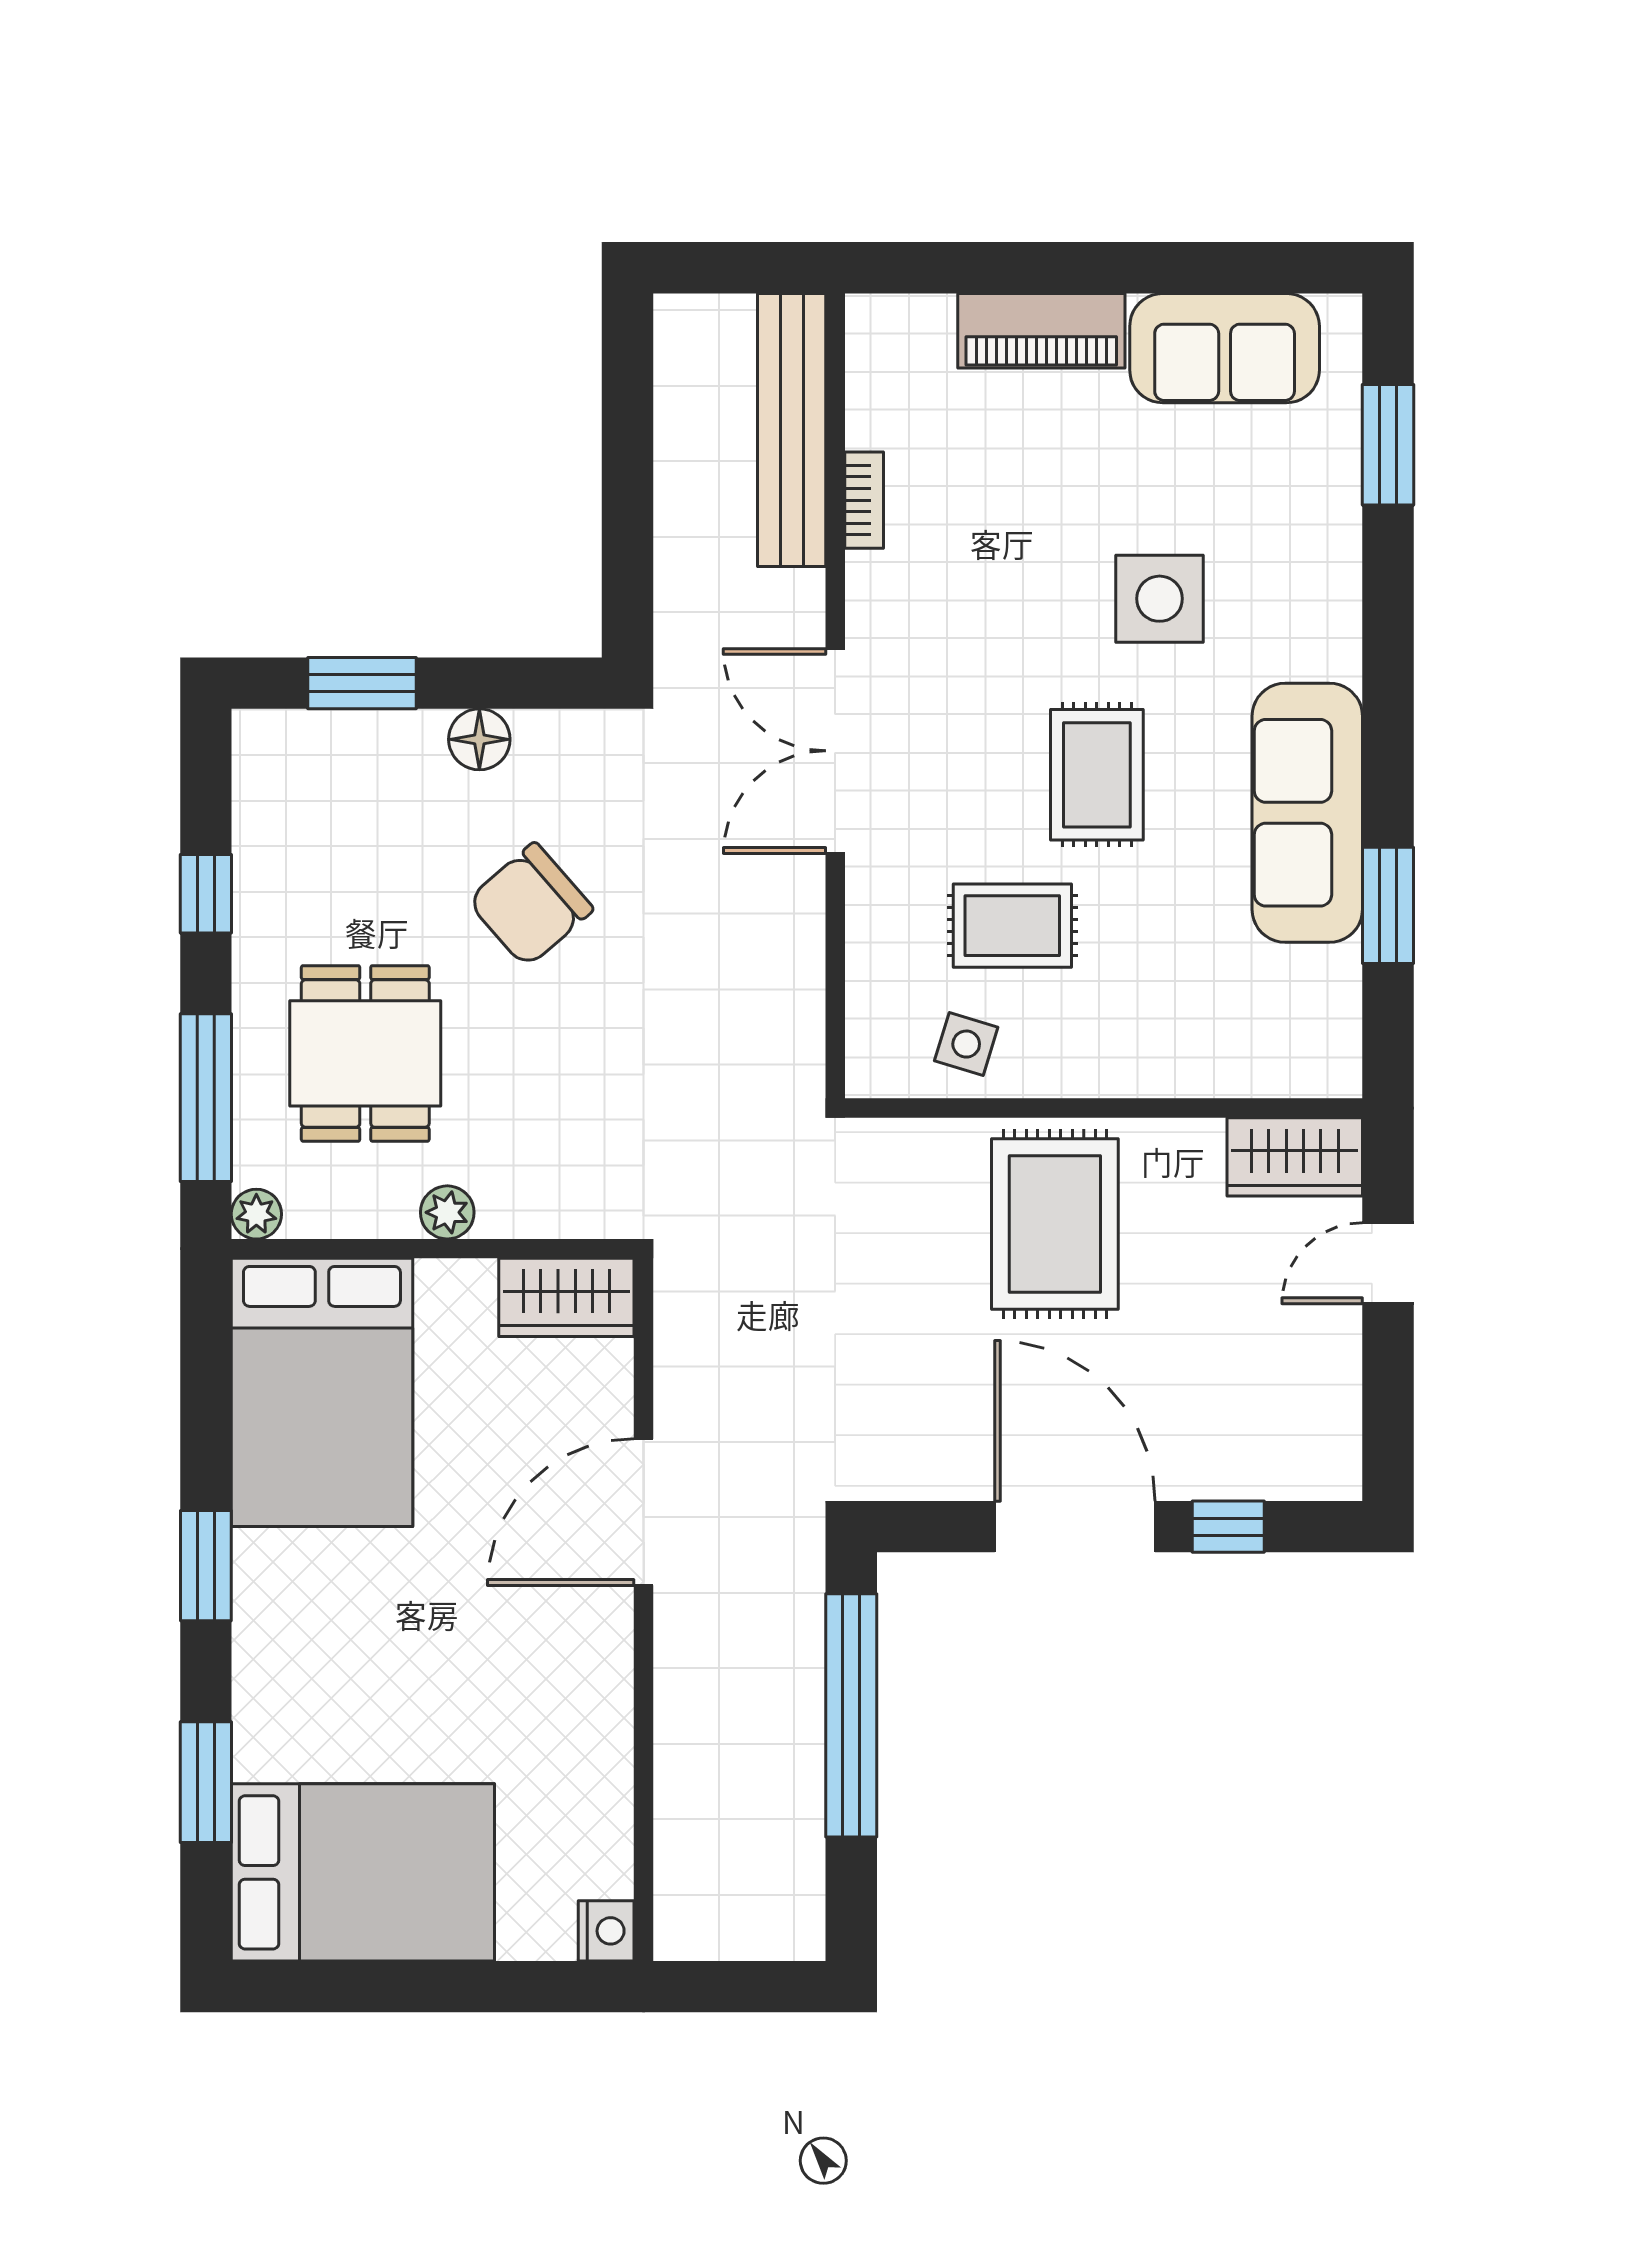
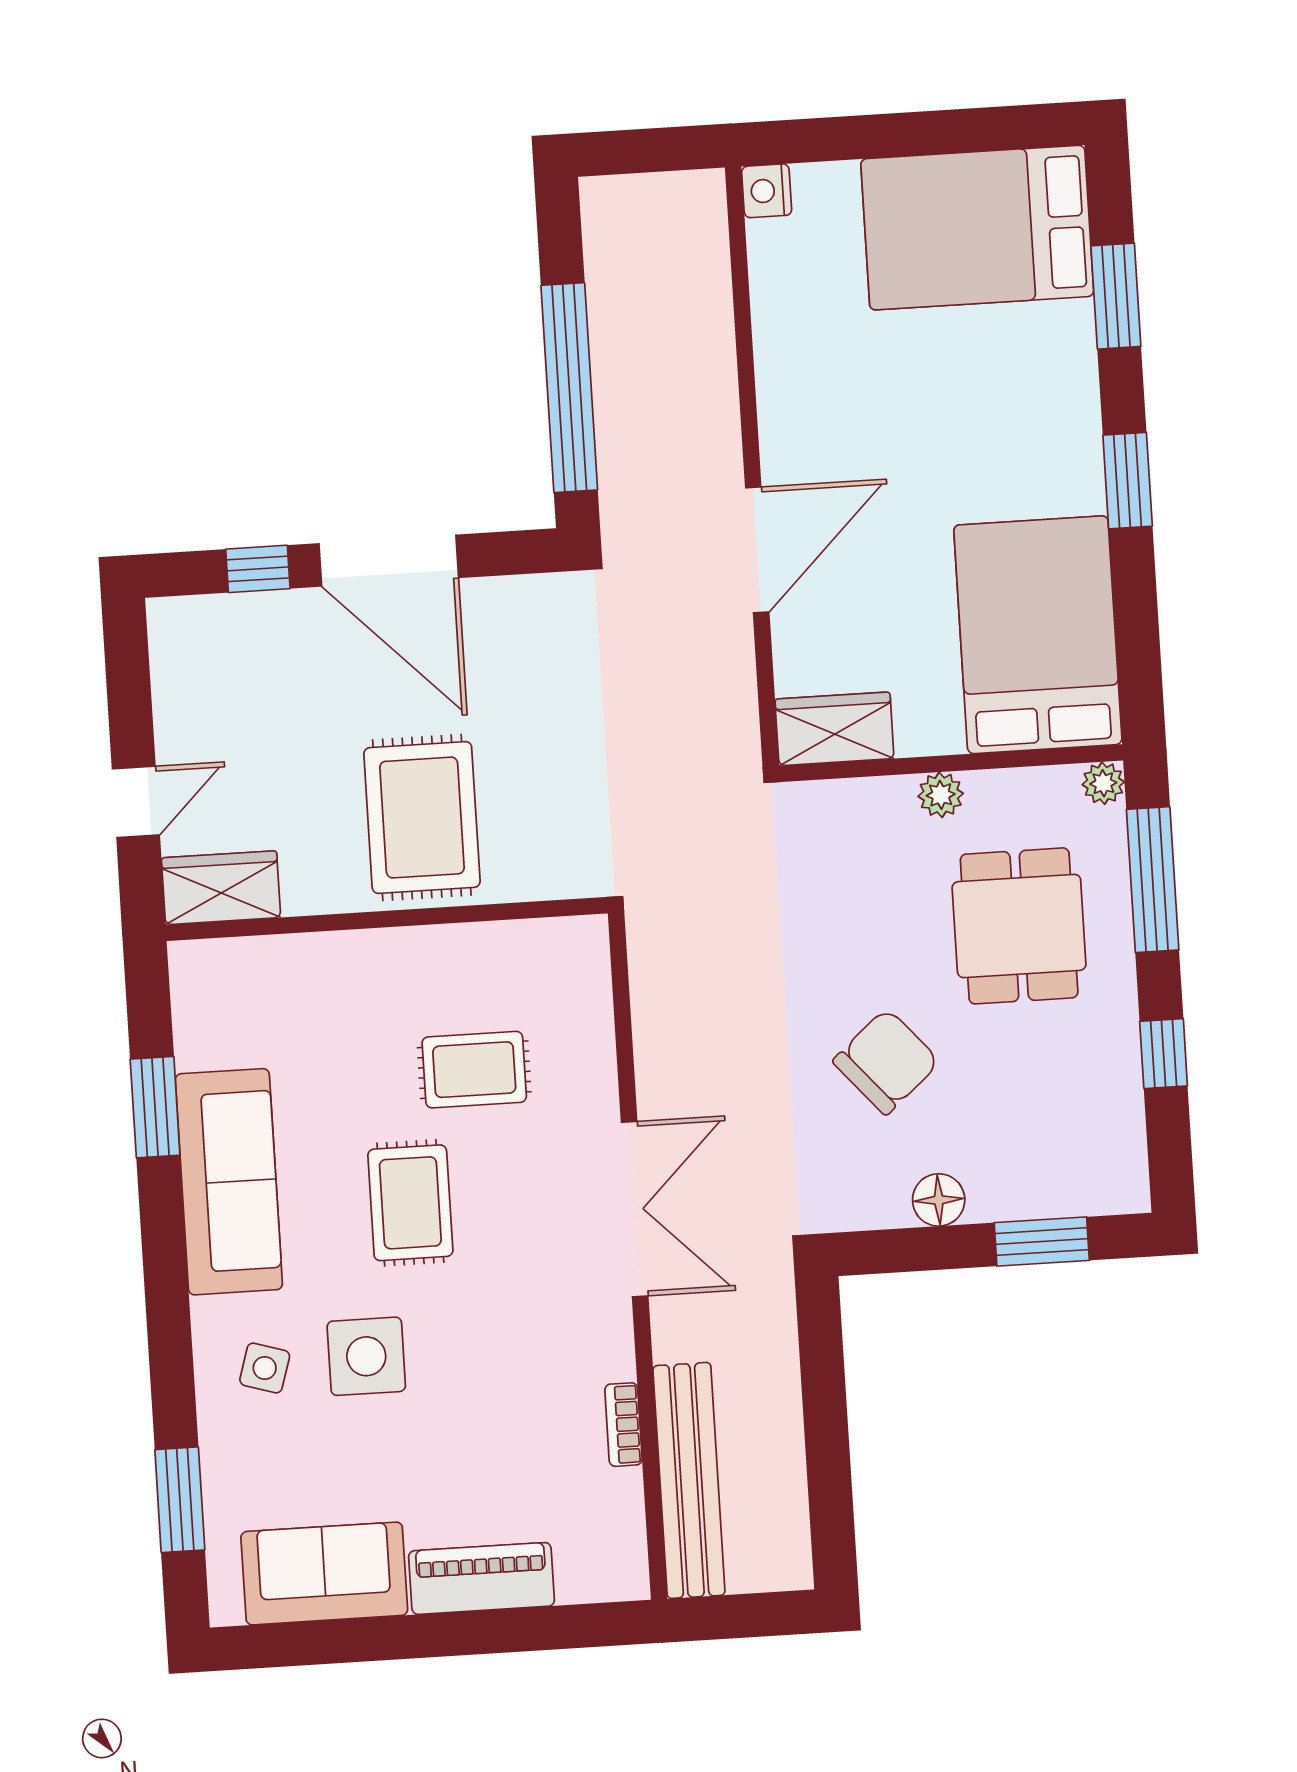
side table: (966, 1044) -> (265, 1368), moved

